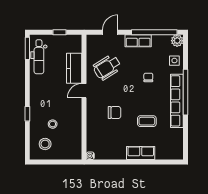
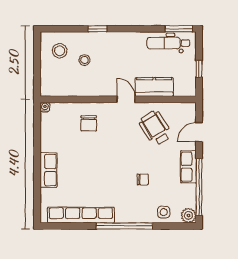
door: (110, 32) -> (199, 132), swing flipped
row of seats: (177, 101) -> (81, 215), moved
chair: (115, 112) -> (89, 123), moved
coffee table: (147, 121) -> (88, 178), removed

